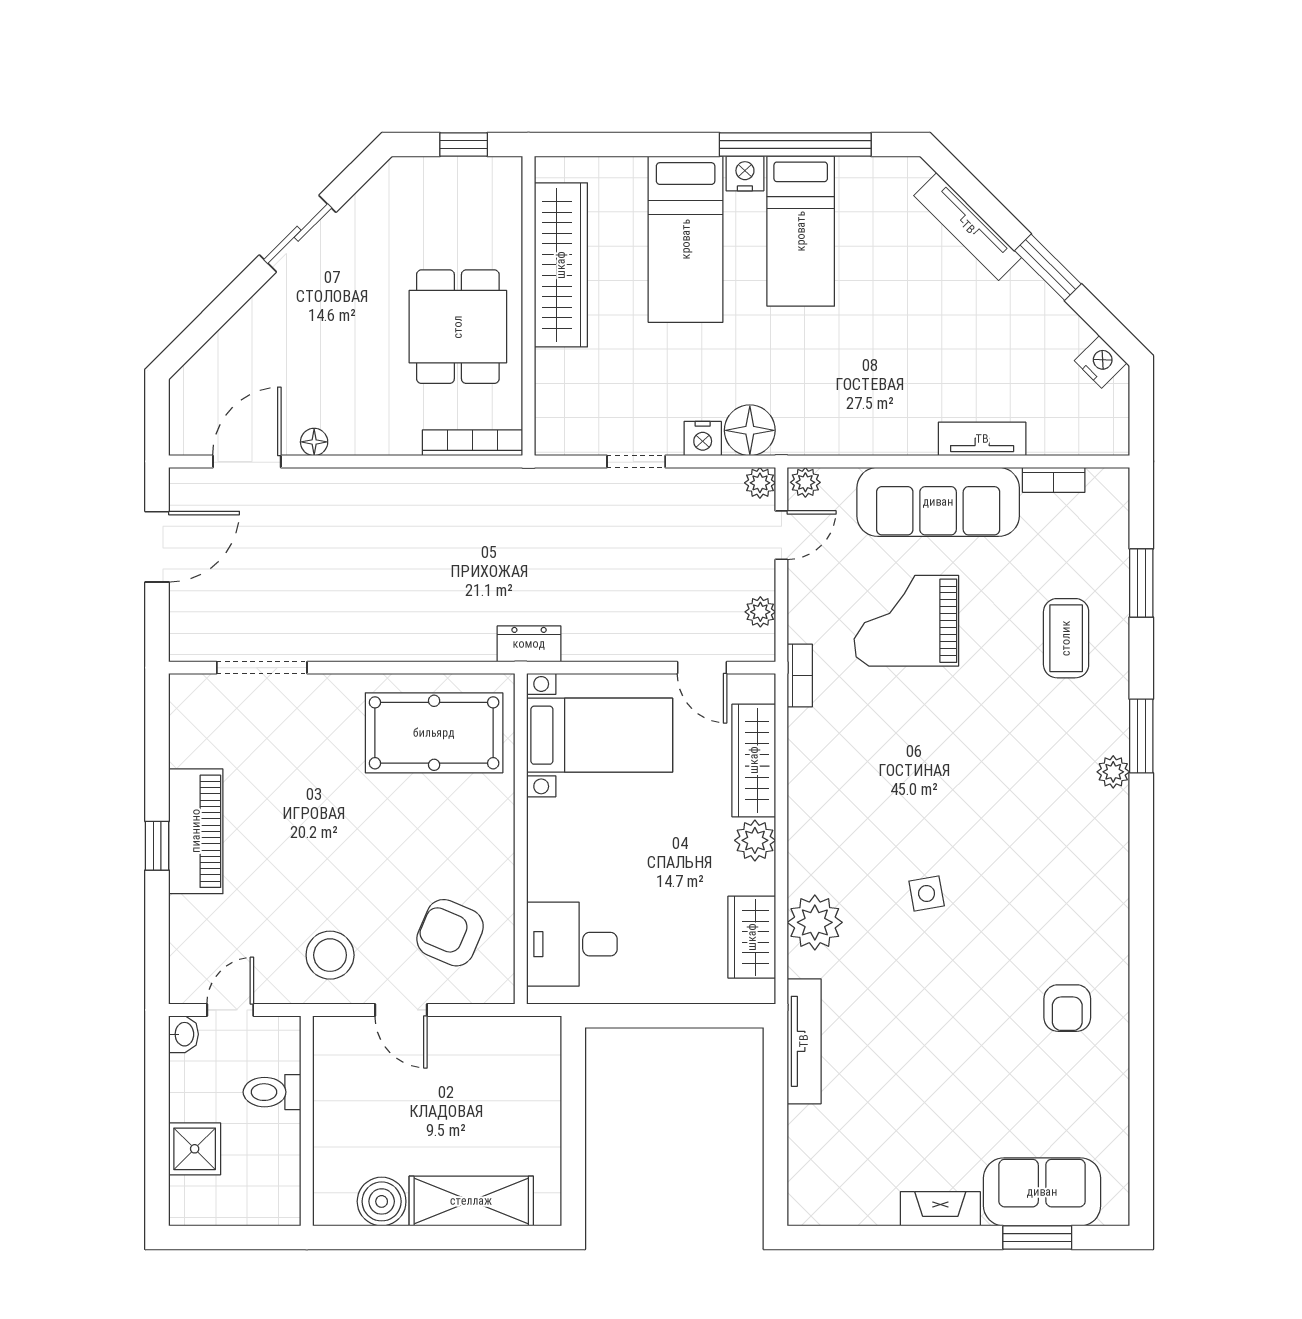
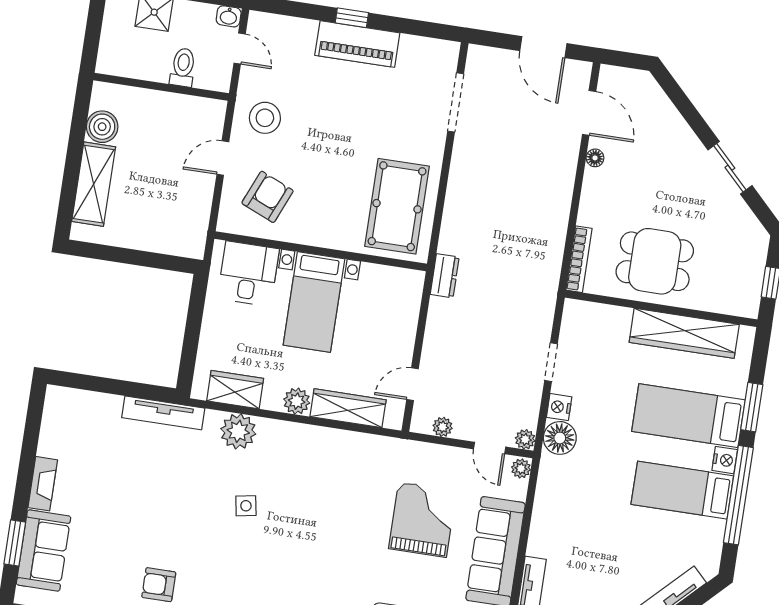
window: (658, 144) -> (752, 407), added
bookcase: (800, 675) -> (398, 446), removed
bed with nightstands: (600, 735) -> (314, 302), moved

